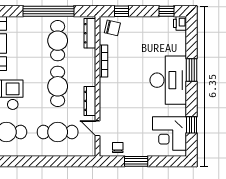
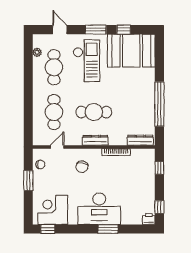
chair: (112, 28) -> (82, 167), moved
cafe table: (58, 41) -> (134, 112), removed
dresser: (90, 101) -> (95, 140), moved
window: (192, 125) -> (48, 229), moved

